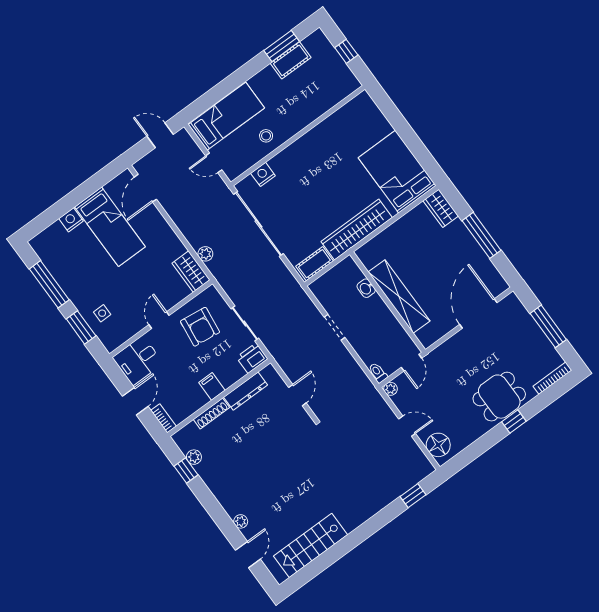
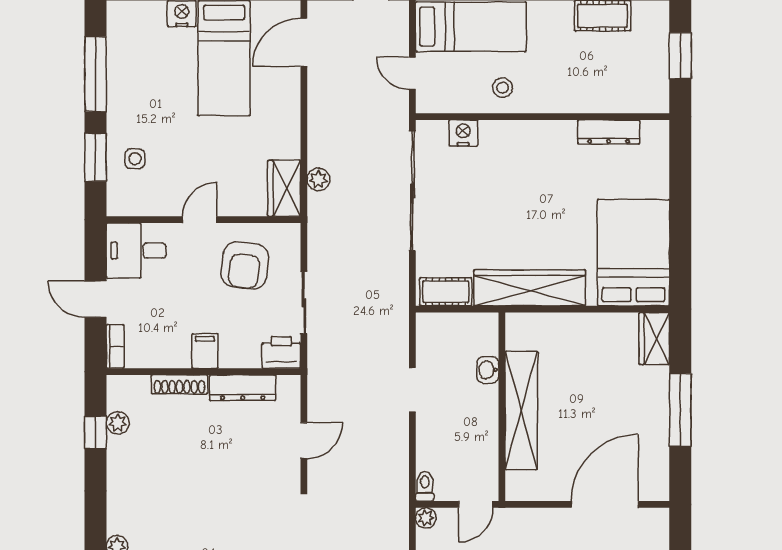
window: (346, 51) -> (680, 56), width x1.50
dresser: (338, 118) -> (609, 132), added
door: (135, 401) -> (95, 299), swing flipped

